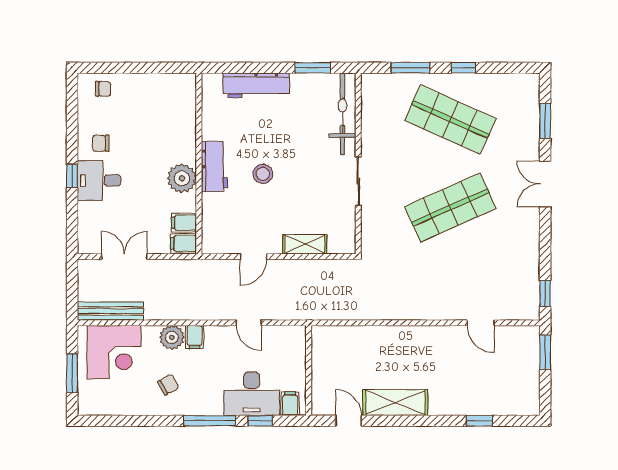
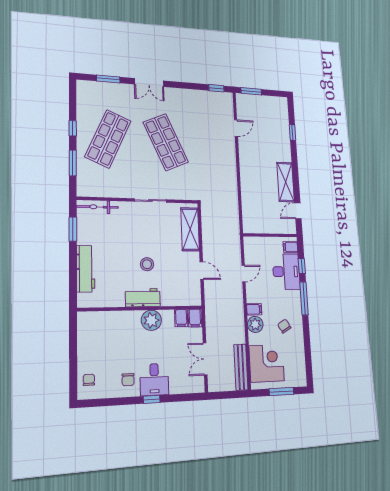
bicycle: (342, 114) -> (97, 207), width x0.73, depth x0.71
shelving: (305, 244) -> (190, 229), width x1.50, depth x1.33

